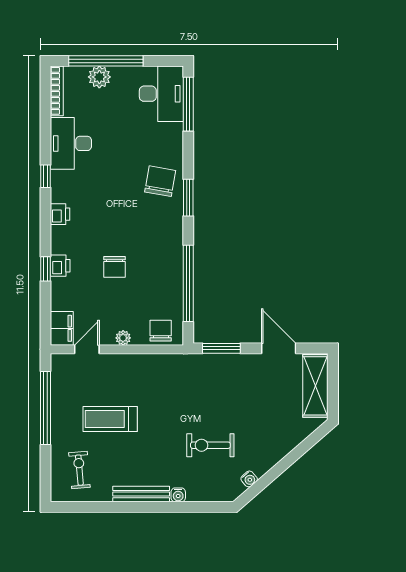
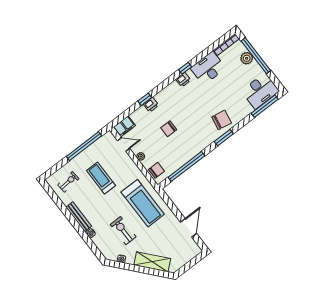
printer: (60, 214) -> (183, 80), moved
window: (221, 348) -> (169, 203), removed
shelving: (315, 386) -> (152, 262), moved, turned 49
treadmill: (193, 387) -> (143, 203), added

